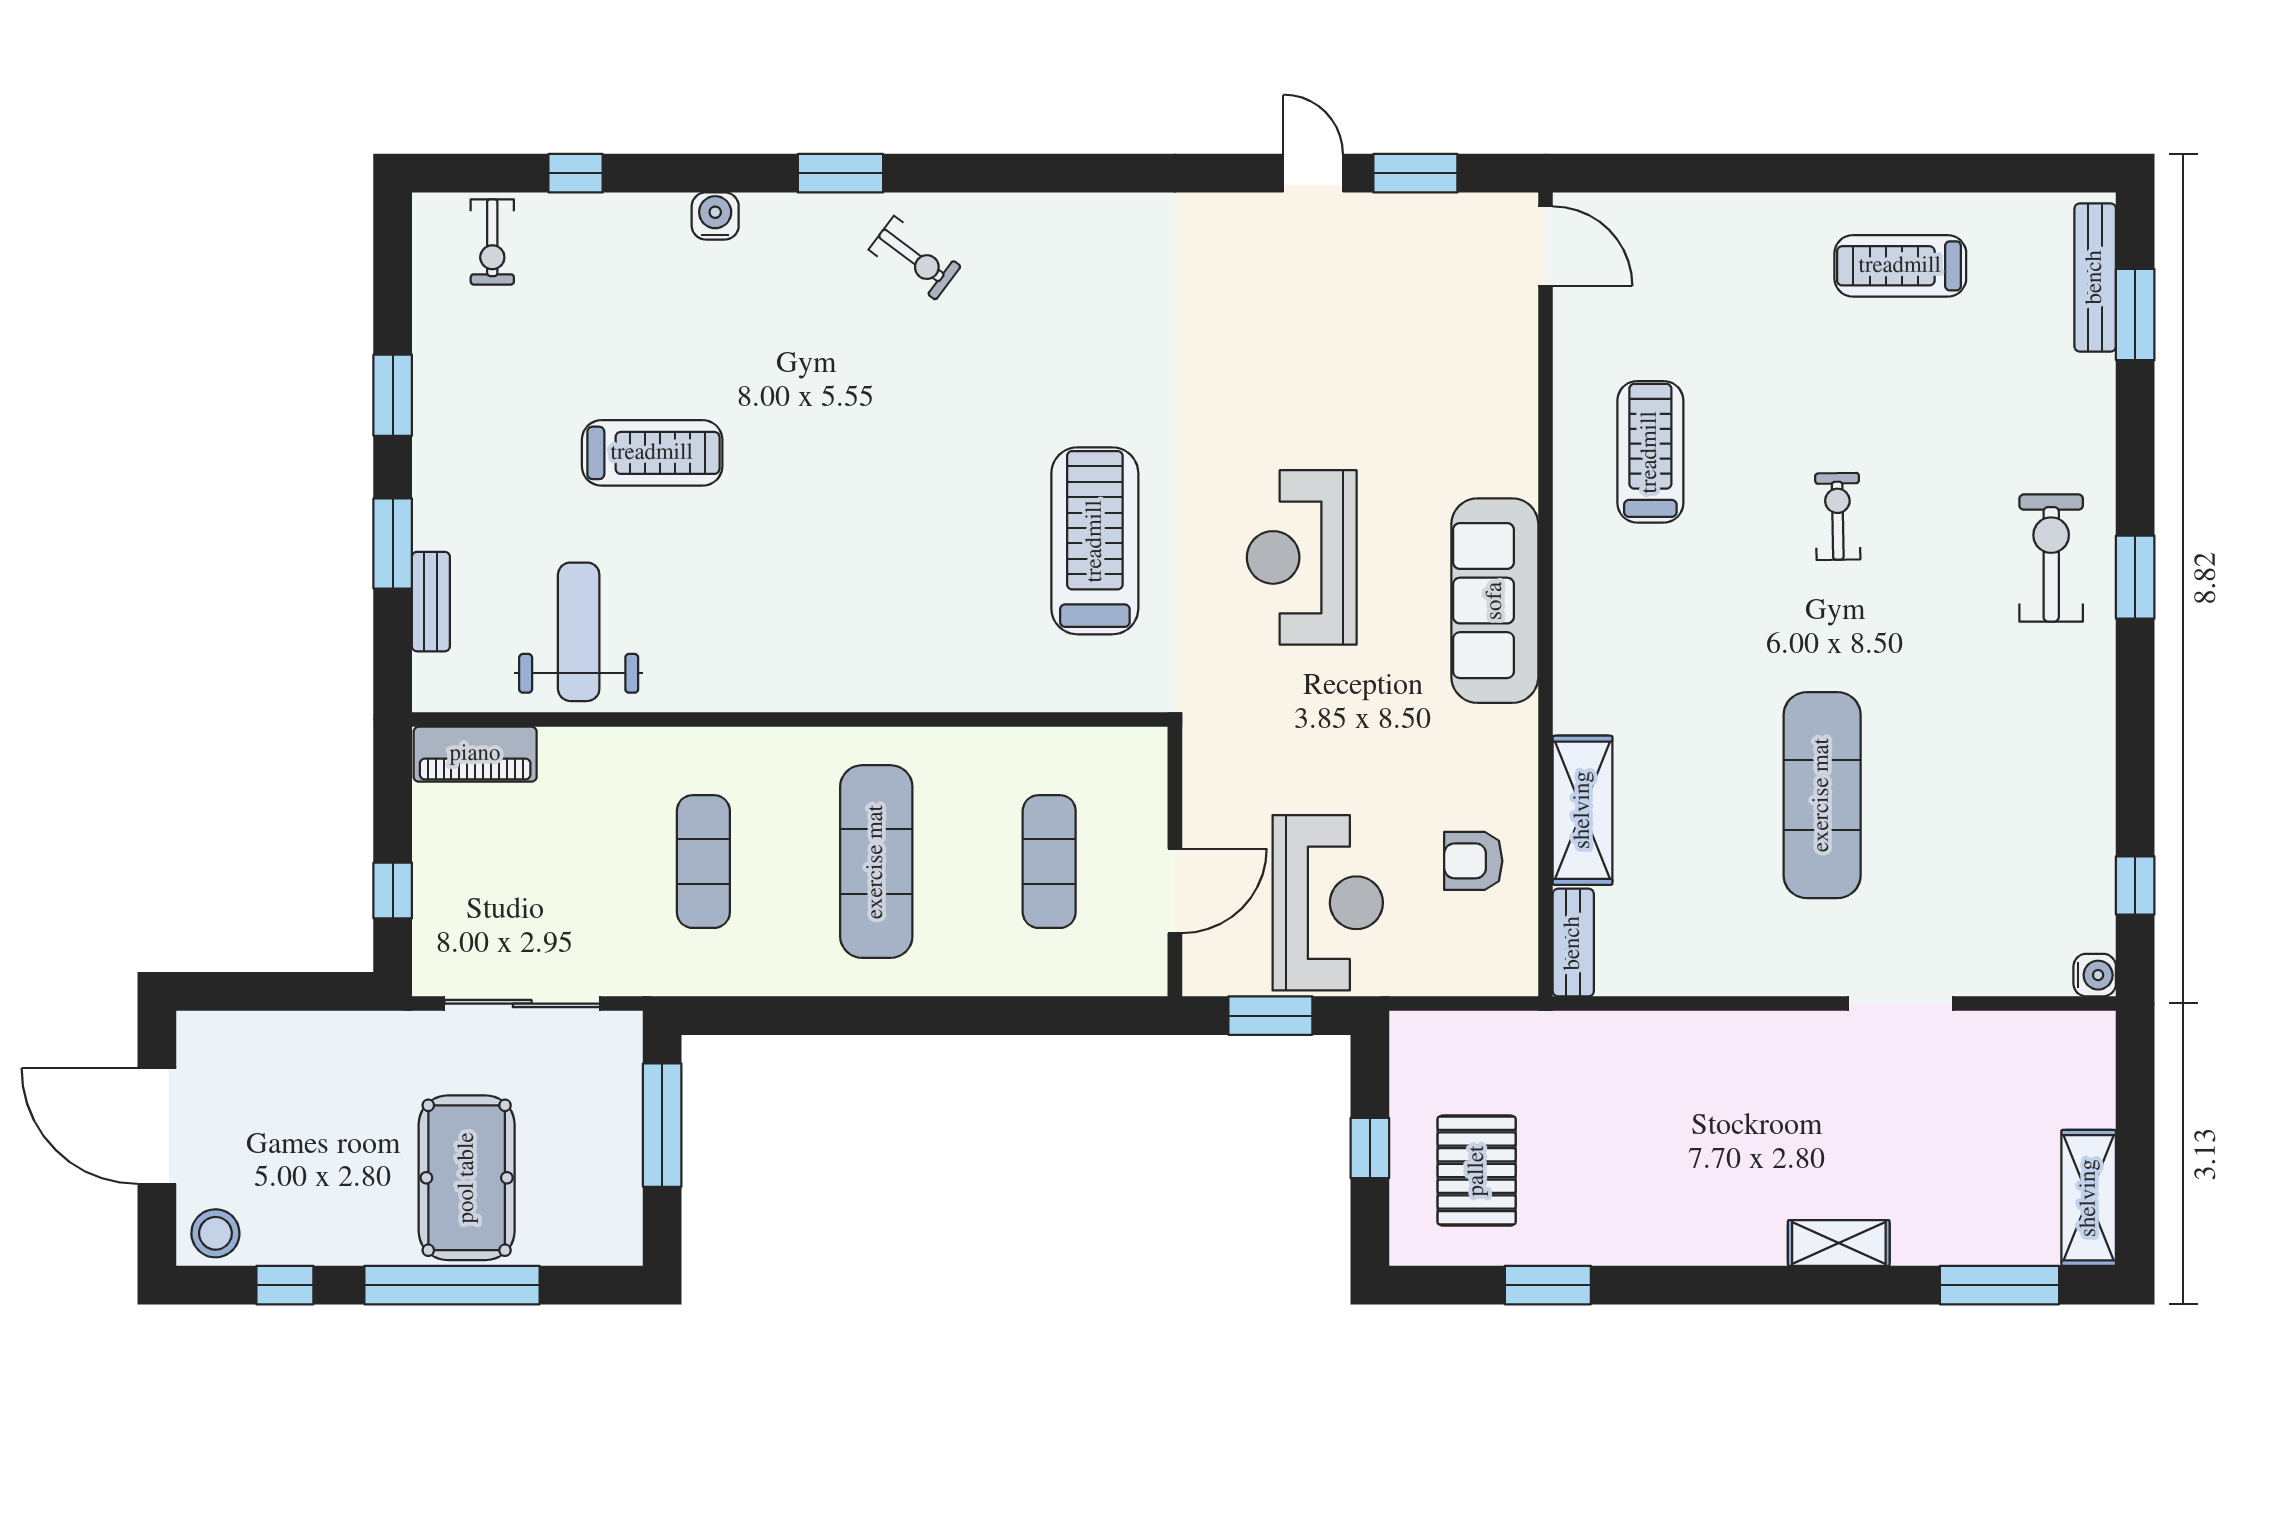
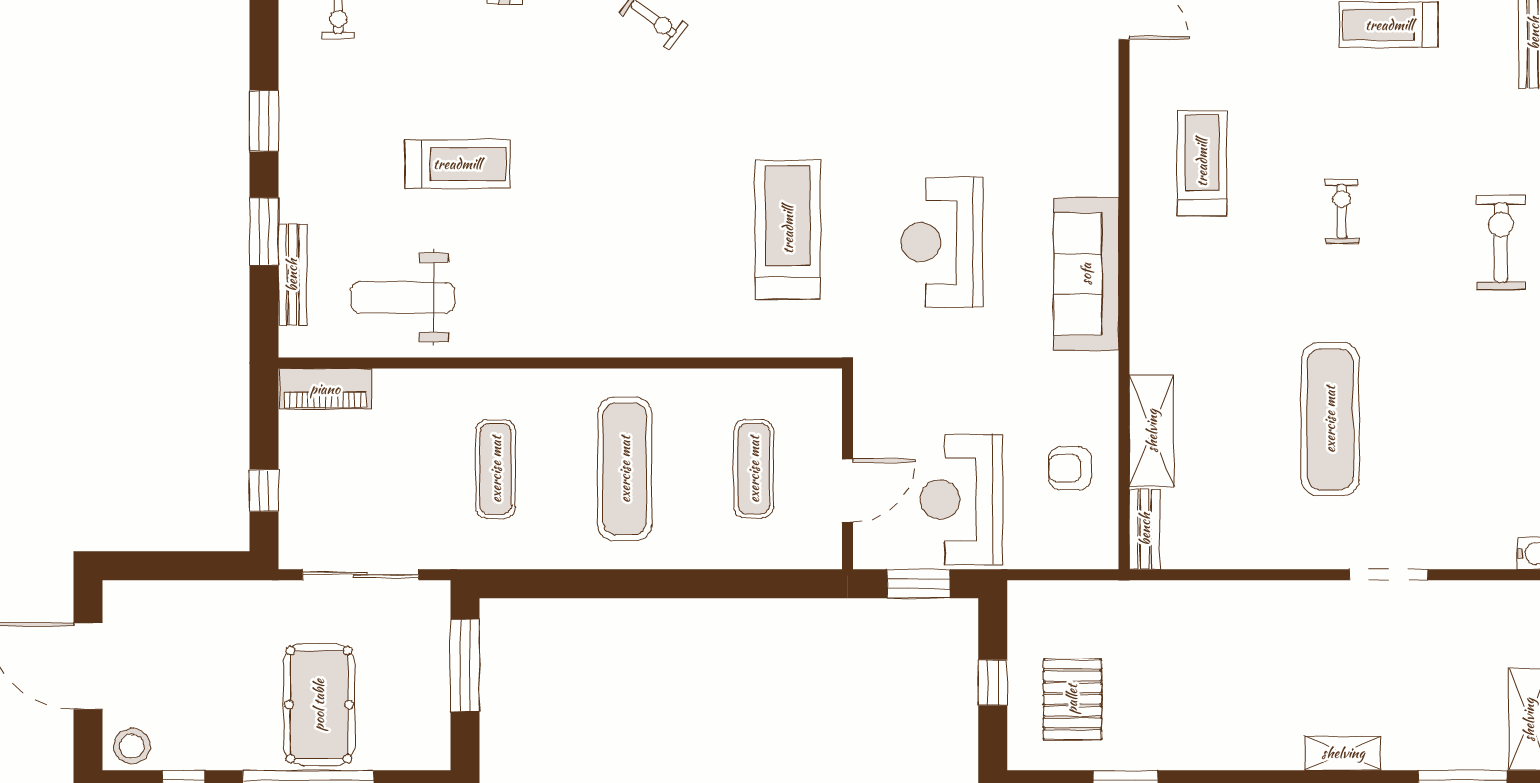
bench: (431, 602) -> (292, 275), width x1.36
weight bench: (579, 632) -> (403, 297), turned -90
reception desk: (1328, 903) -> (961, 500), turned 180

